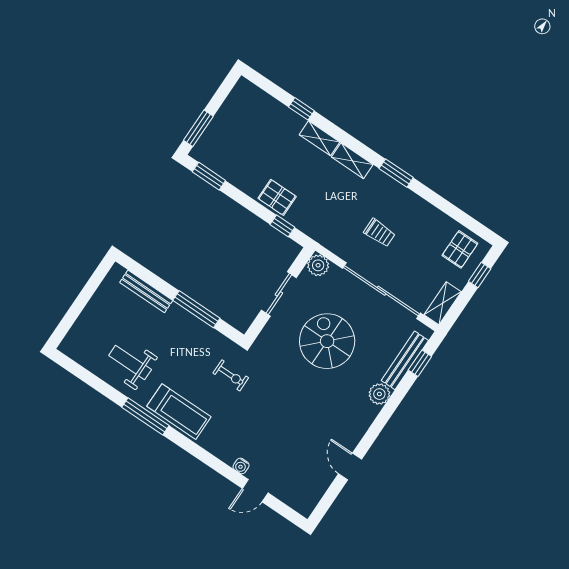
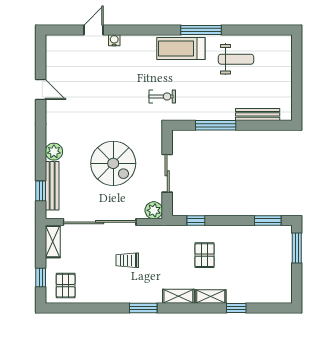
pallet: (277, 197) -> (205, 255), moved, turned 90
exercise bike: (231, 375) -> (162, 96), turned 180

